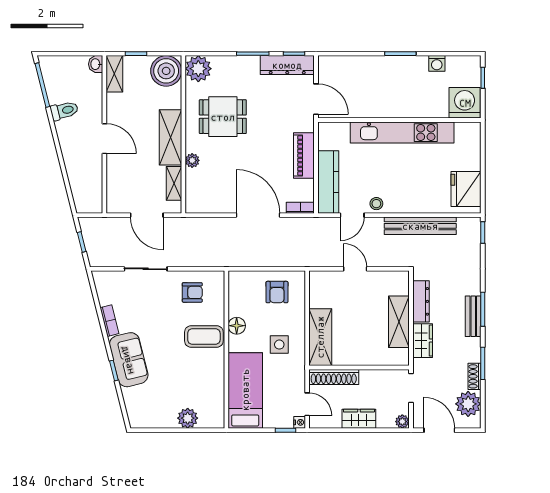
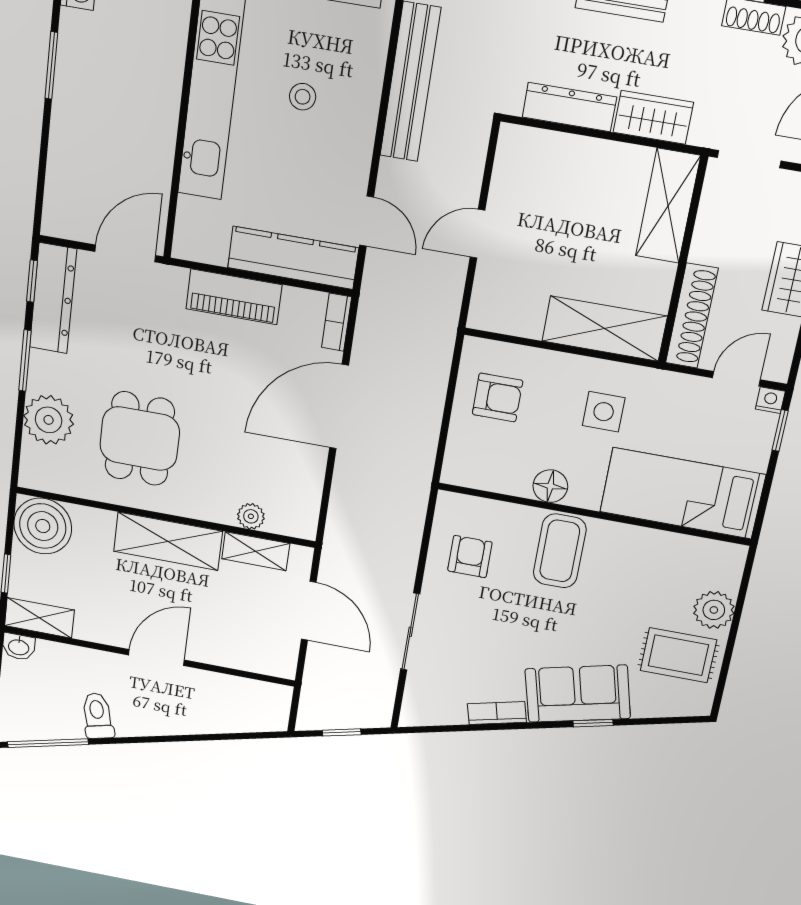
plant: (198, 69) -> (49, 420), moved
plant: (192, 160) -> (251, 516), moved
stool: (376, 204) -> (303, 97), moved
door: (147, 215) -> (309, 611), hinge flipped
shelving: (399, 322) -> (668, 206), moved, turned 90
rug: (160, 406) -> (678, 655), added

